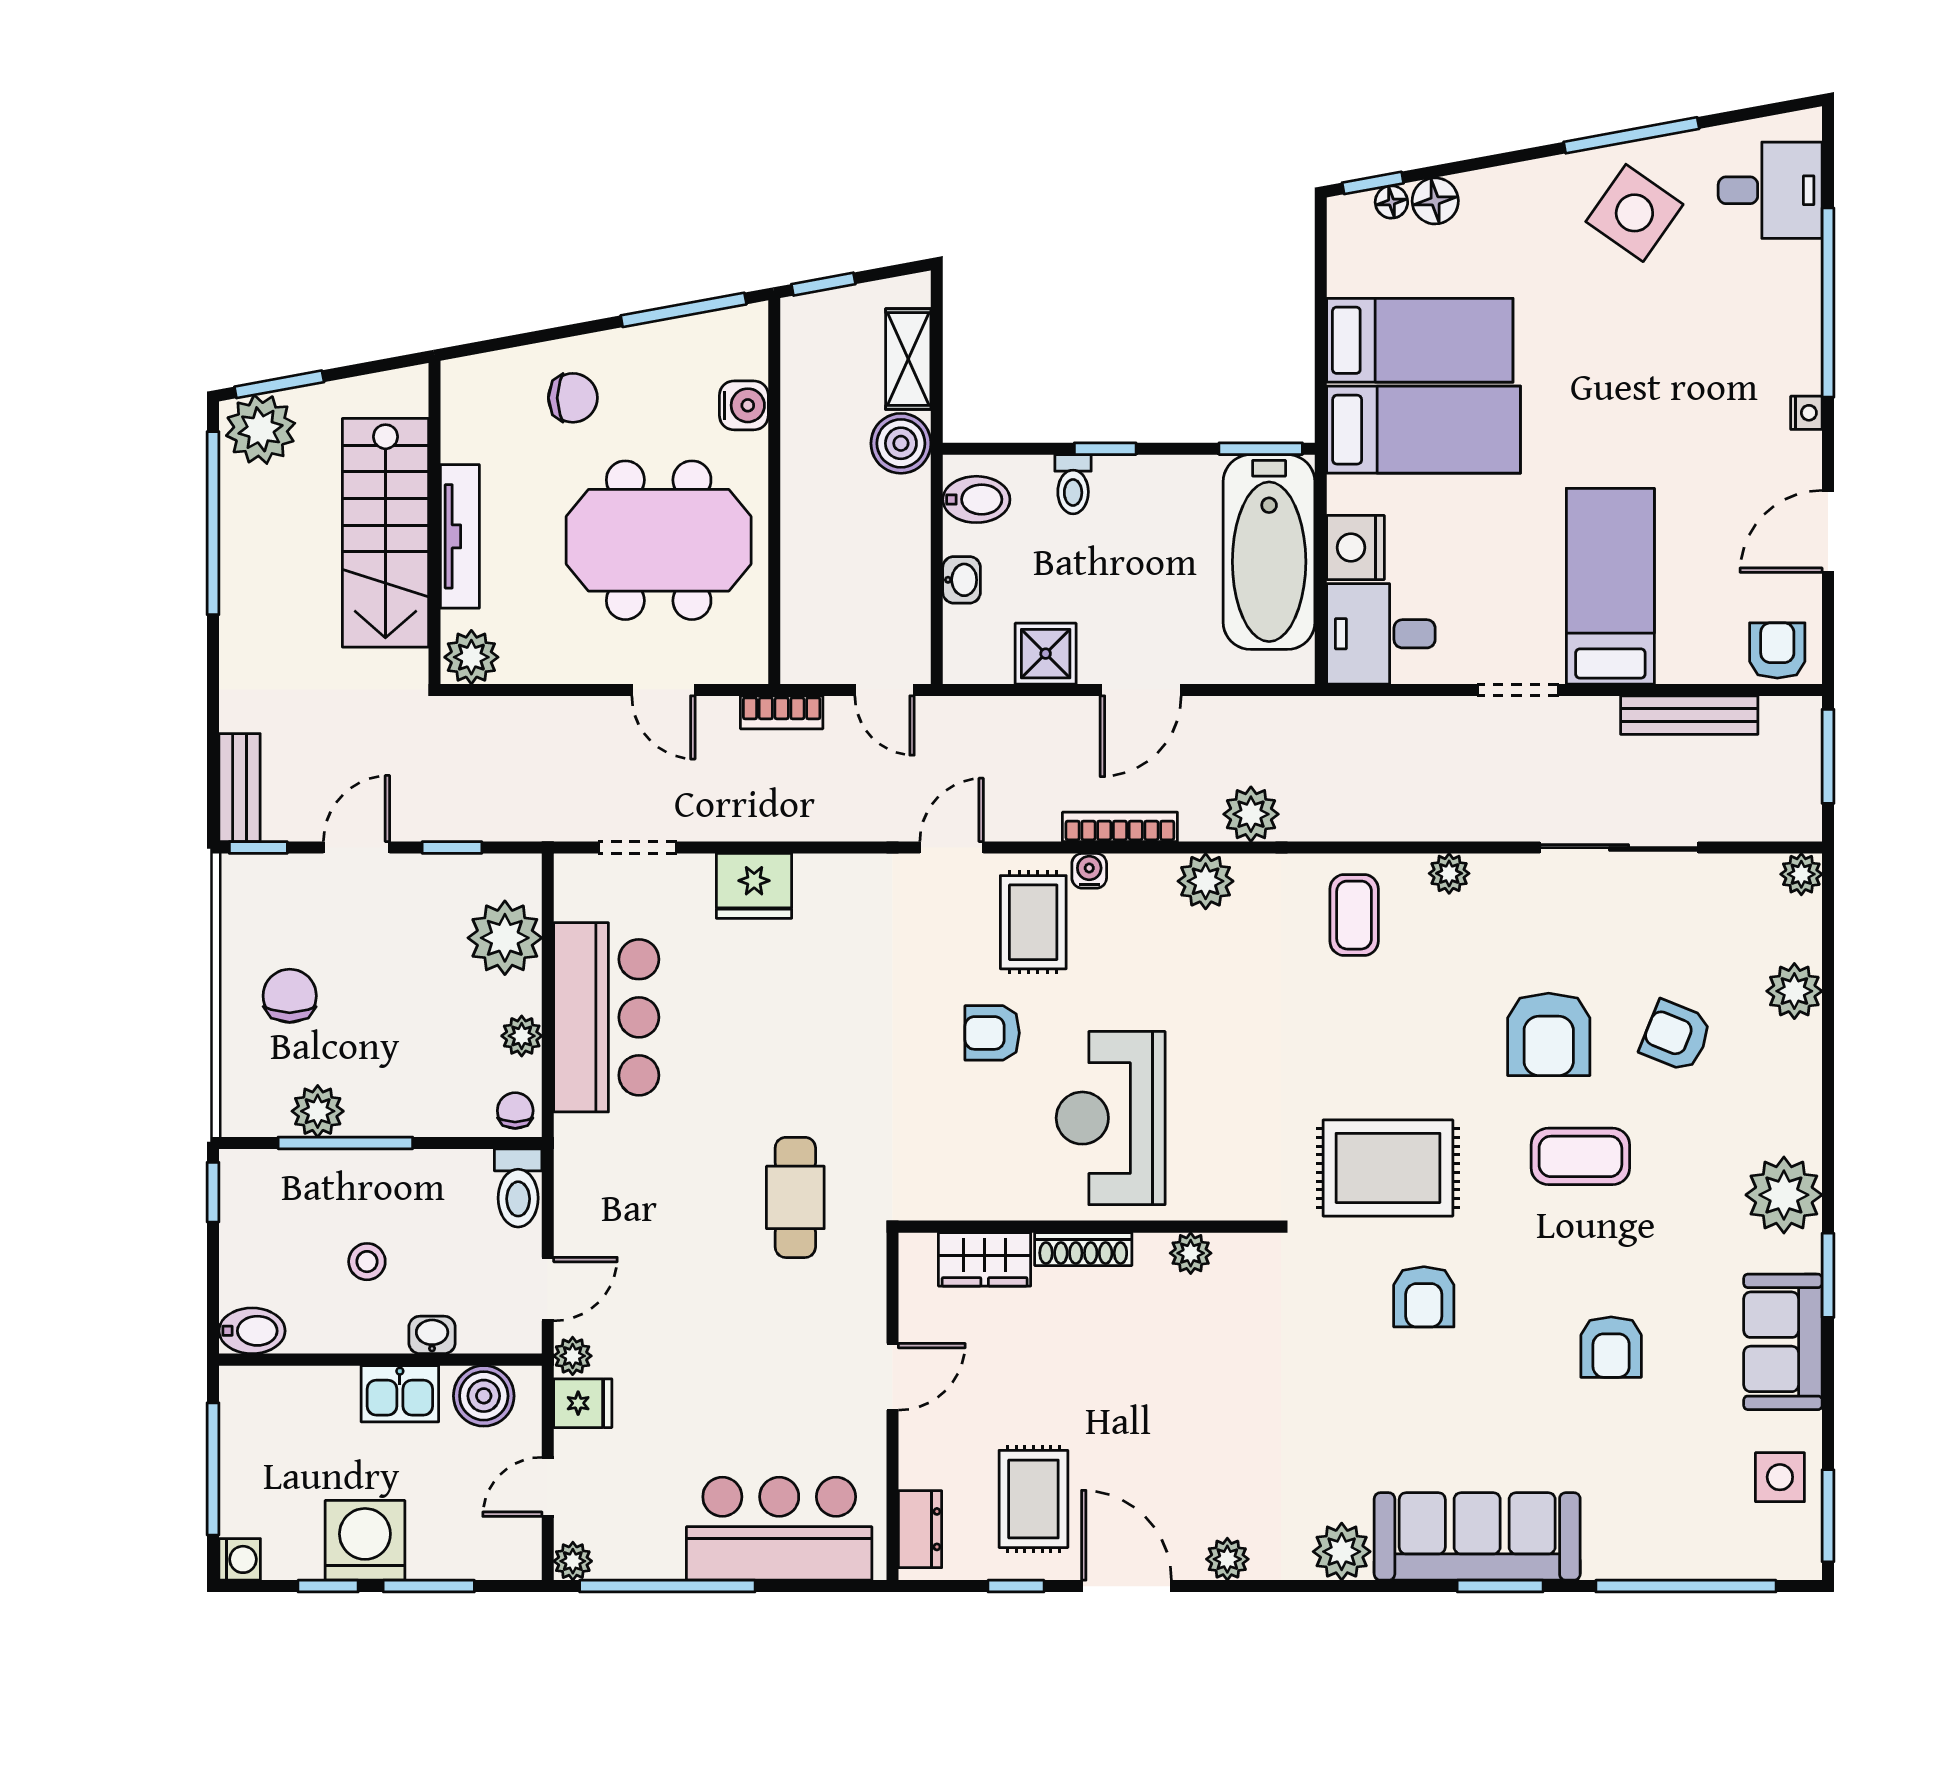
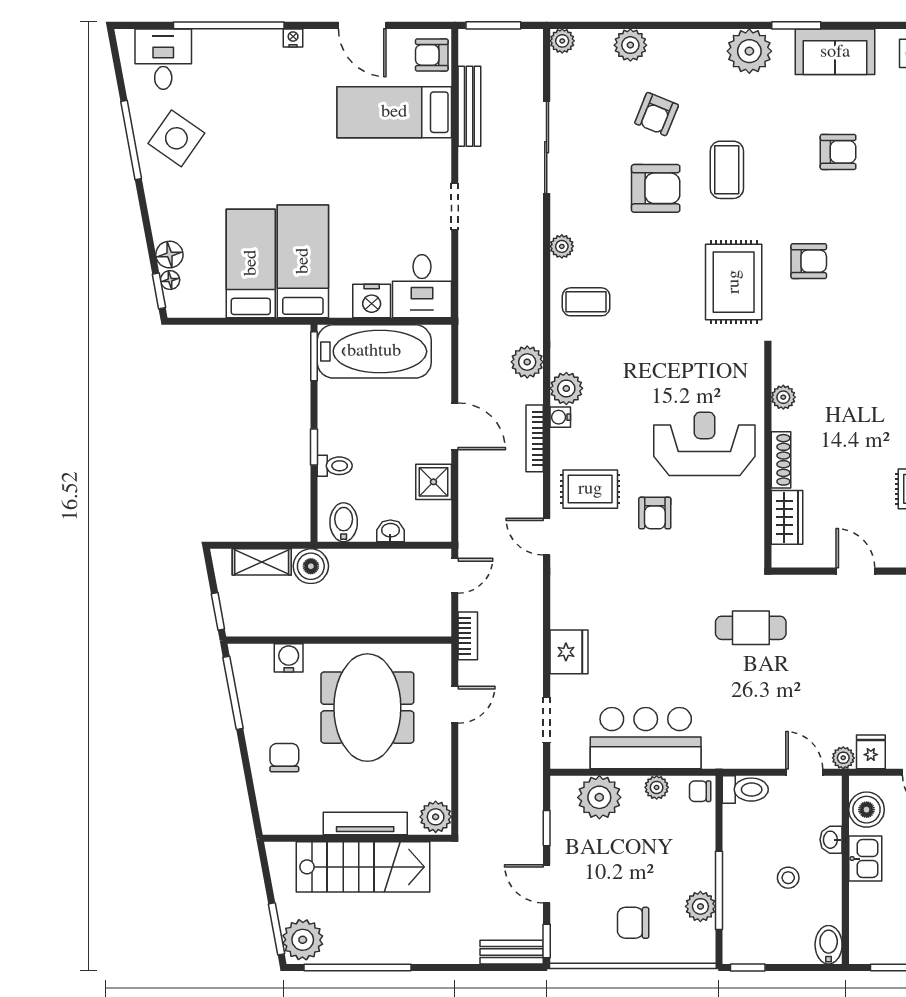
bed: (1610, 586) -> (394, 112), moved
water cooler: (1089, 871) -> (560, 417), moved
reception desk: (1111, 1118) -> (704, 444), turned 180

